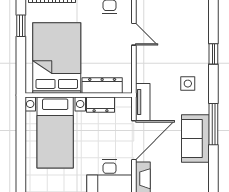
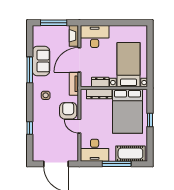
window: (21, 26) -> (150, 120), moved
window: (213, 54) -> (30, 128), moved
armchair: (152, 59) -> (68, 111), added

